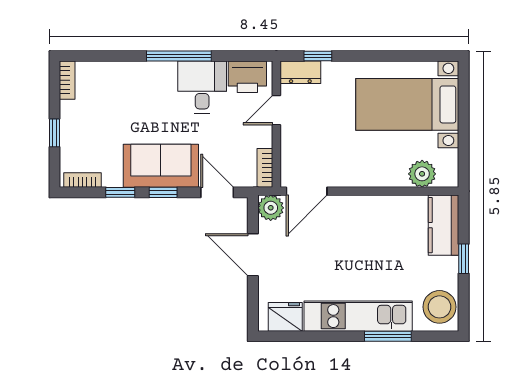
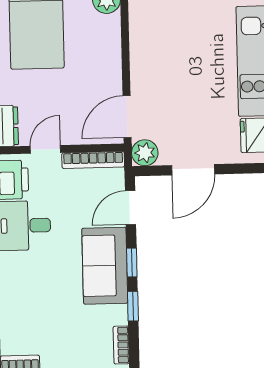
door: (276, 110) -> (45, 149), swing flipped
bookcase: (265, 168) -> (93, 160), width x1.56
door: (307, 191) -> (127, 117), swing flipped

